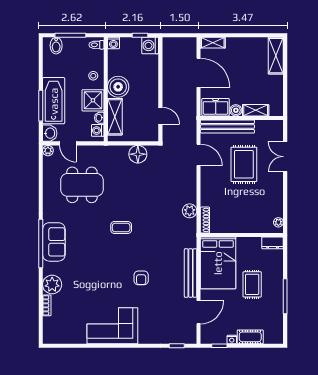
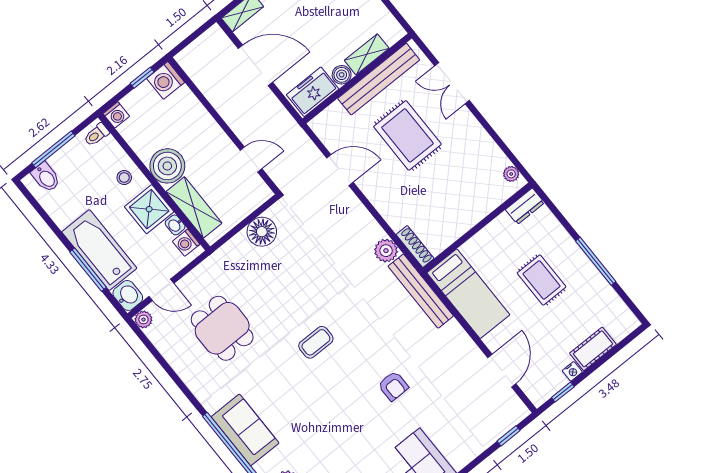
bench: (227, 127) -> (379, 79), moved
dining table: (82, 185) -> (222, 328), width x0.73
bed: (218, 263) -> (468, 294), width x0.67
bench: (191, 273) -> (421, 291), moved

